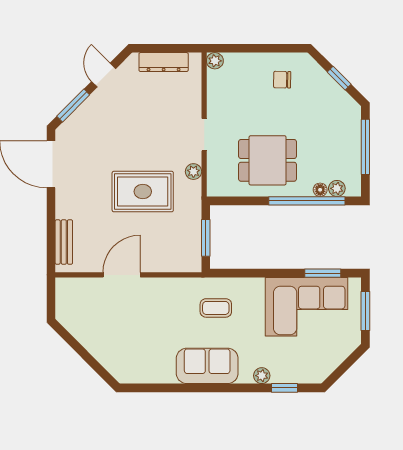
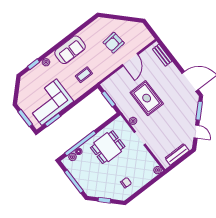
rug: (143, 192) -> (147, 98), turned 90
armchair: (127, 323) -> (114, 43), added

